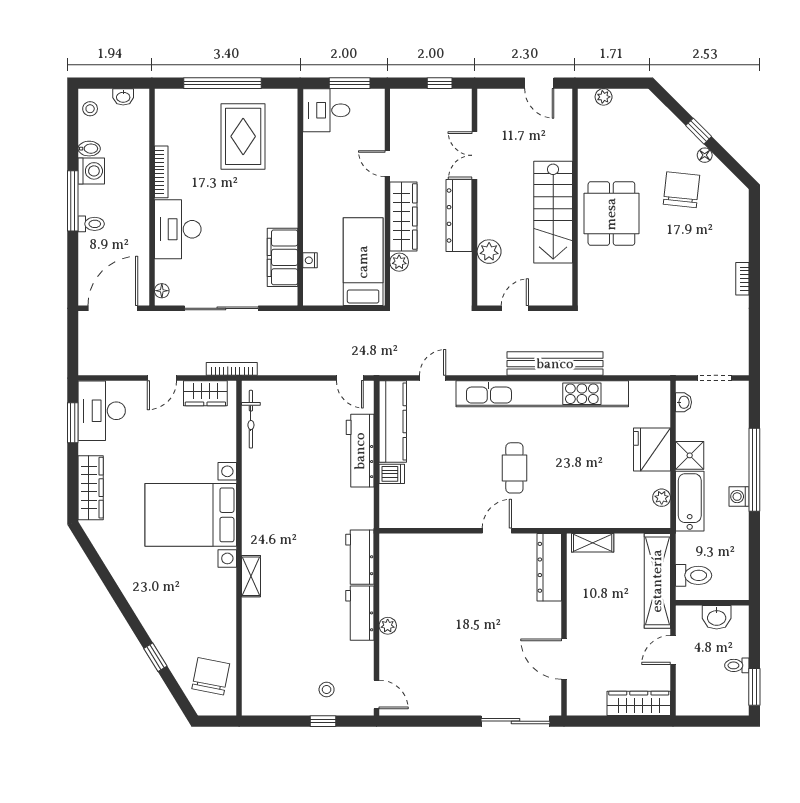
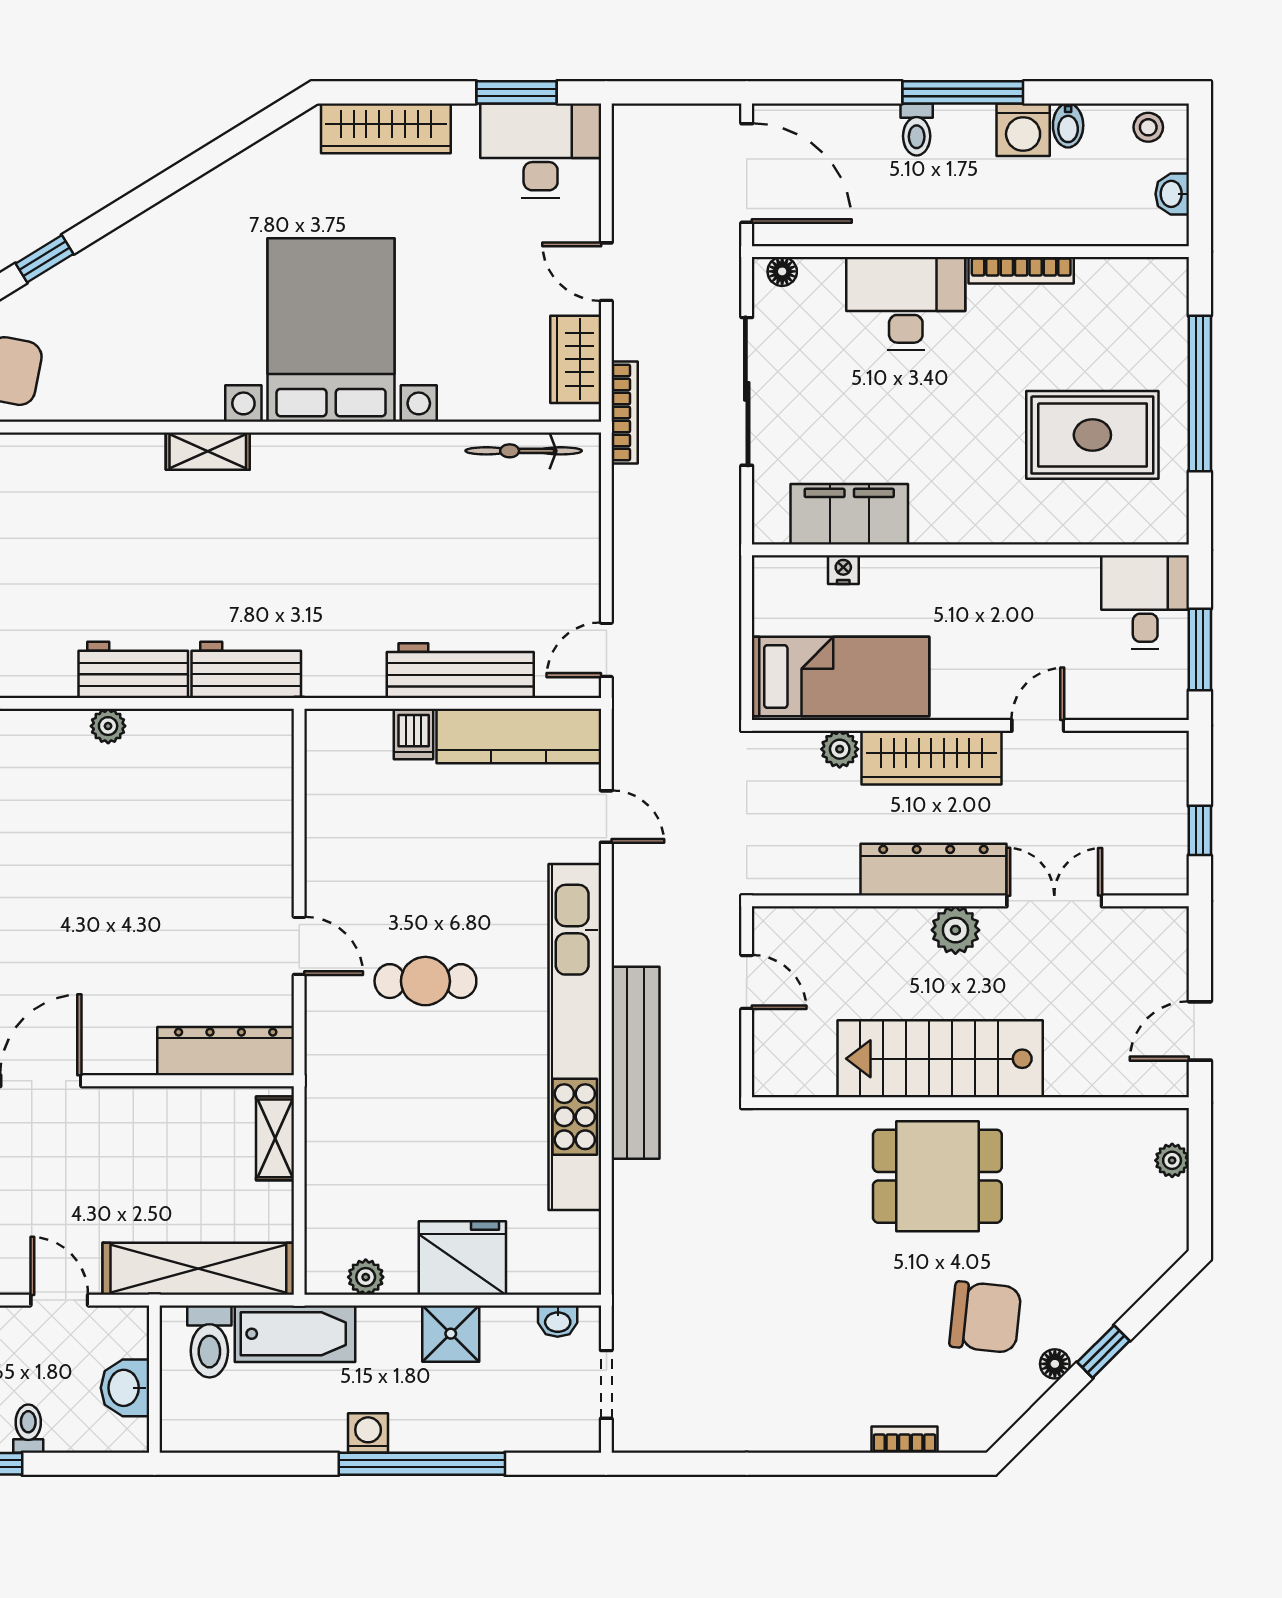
plant: (489, 252) -> (955, 930), moved
bookcase: (742, 279) -> (905, 1440), moved
bathtub: (690, 501) -> (295, 1334), moved

